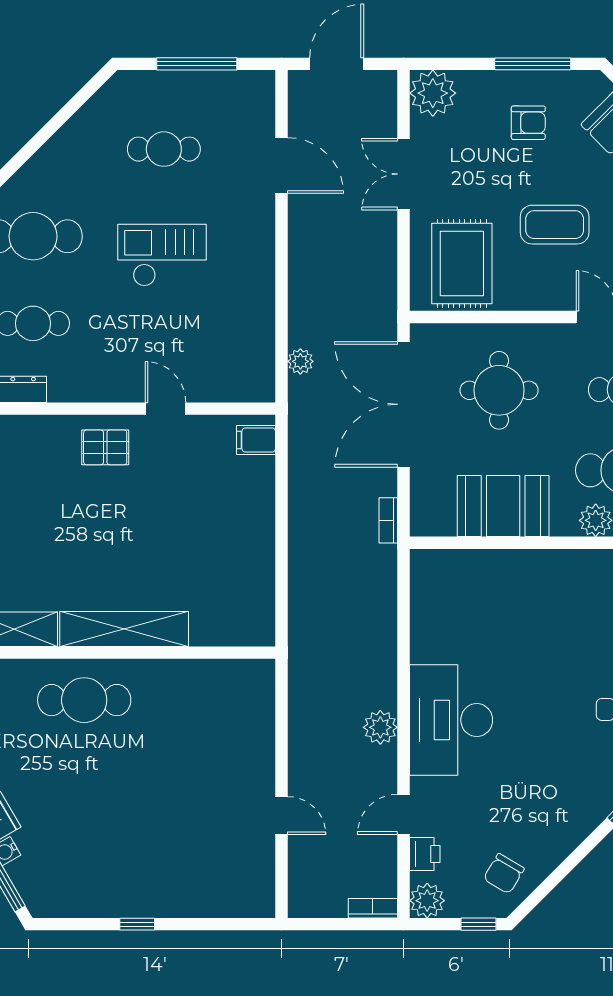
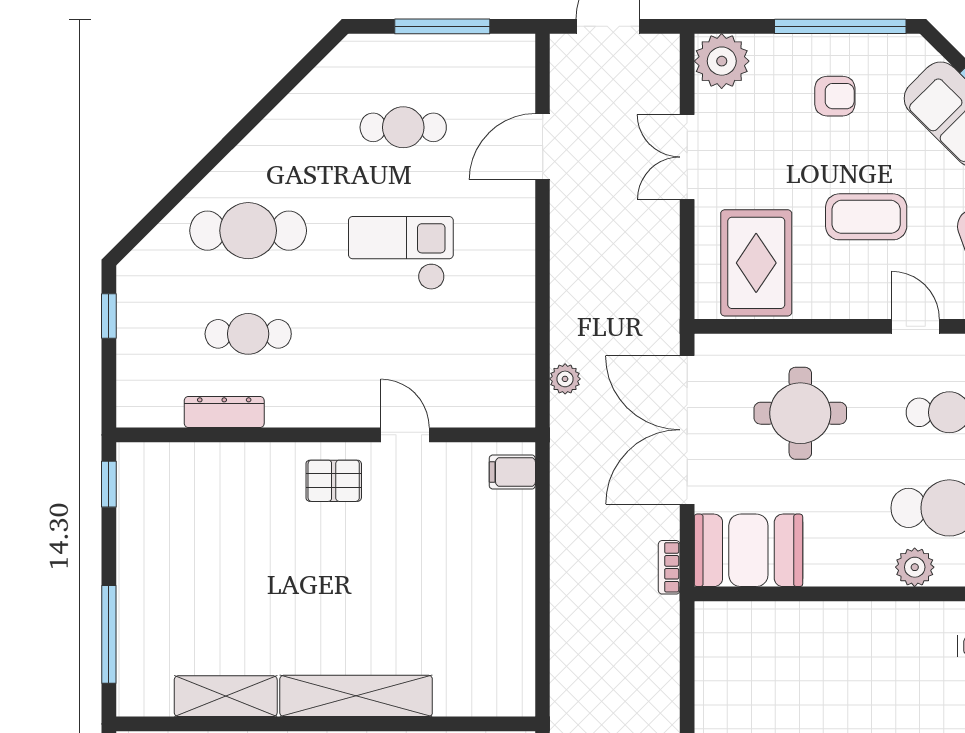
window: (533, 64) -> (840, 26), width x1.46
door: (281, 165) -> (543, 147), swing flipped
booth: (503, 506) -> (748, 550), moved

